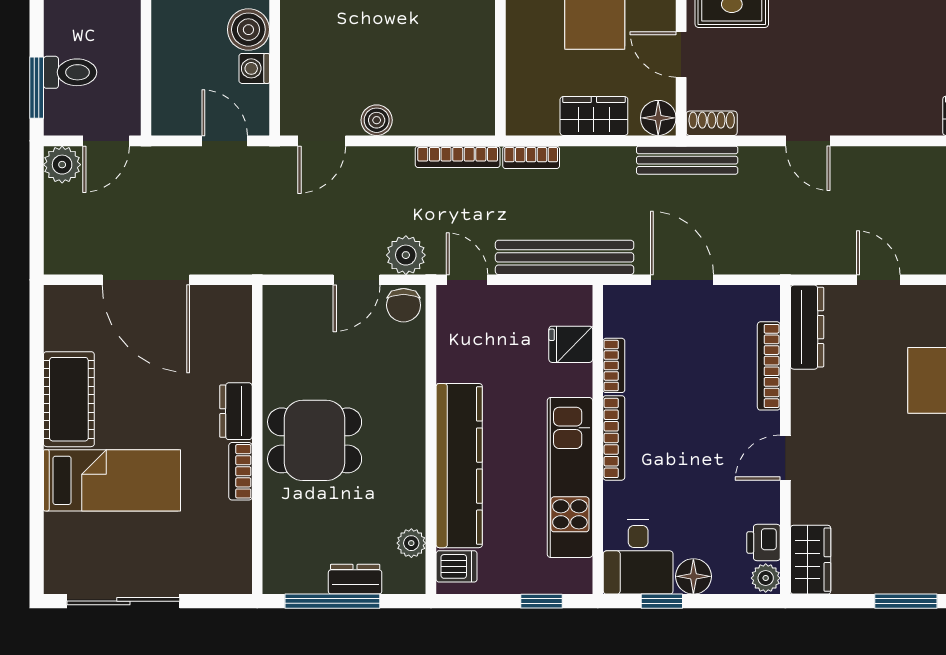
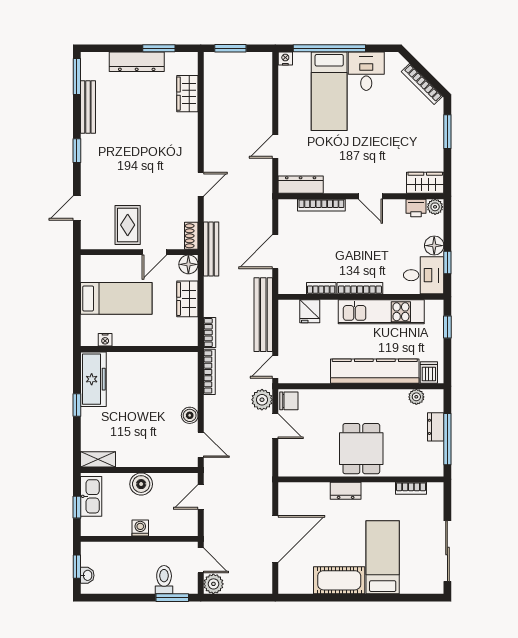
washing machine: (254, 68) -> (140, 528), moved, turned 180
bookcase: (240, 471) -> (411, 488), moved

